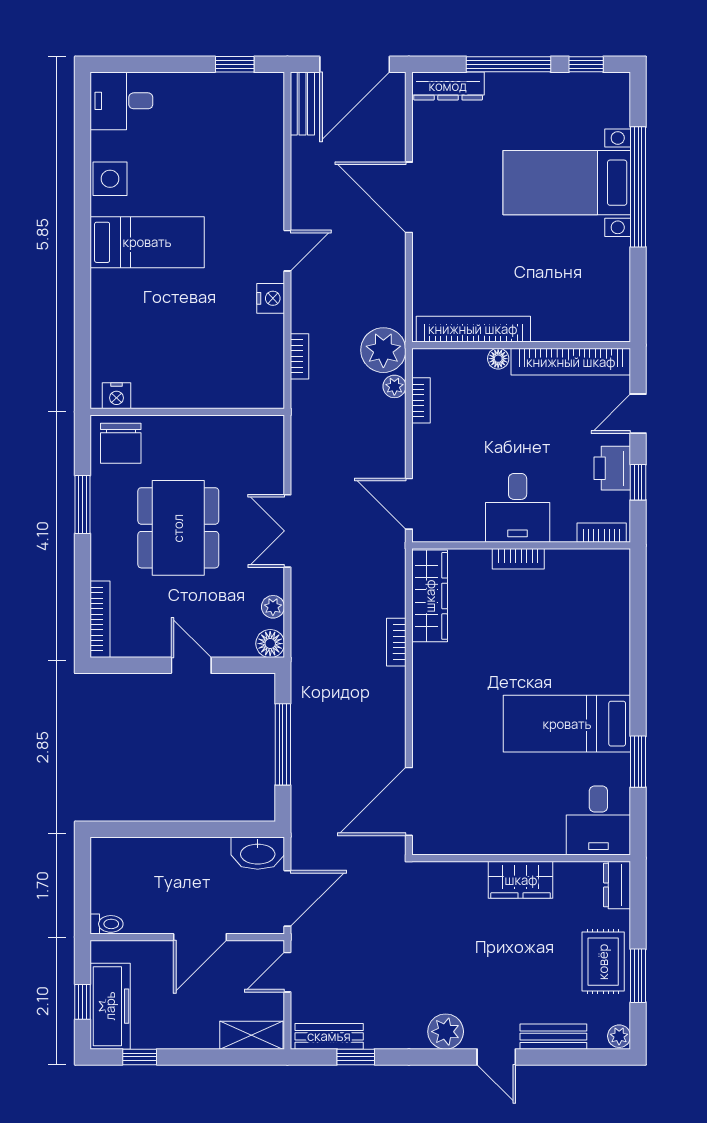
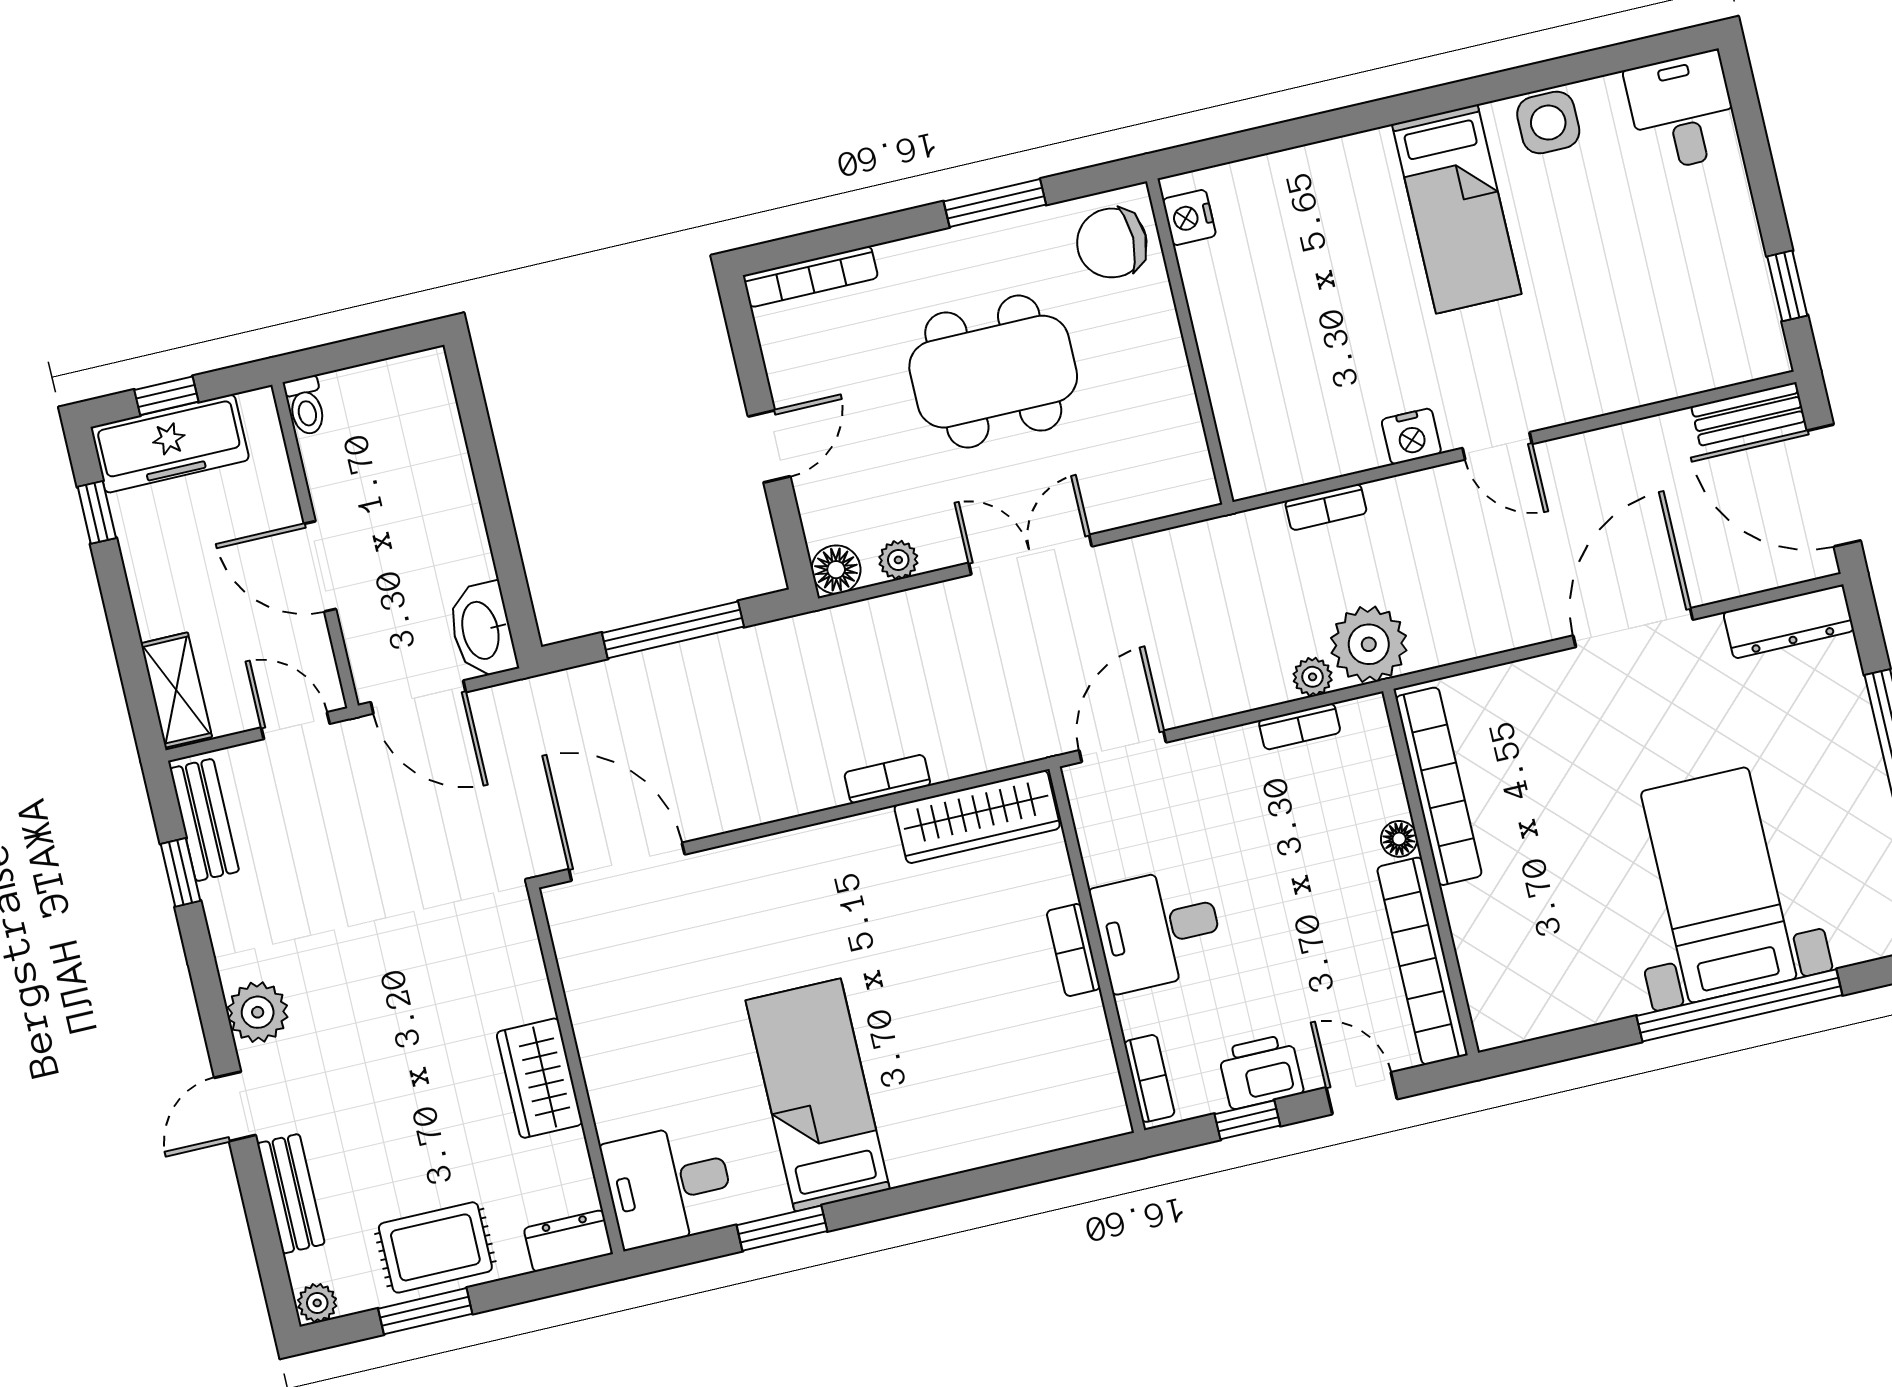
dresser: (448, 86) -> (1789, 622), moved, turned -90

